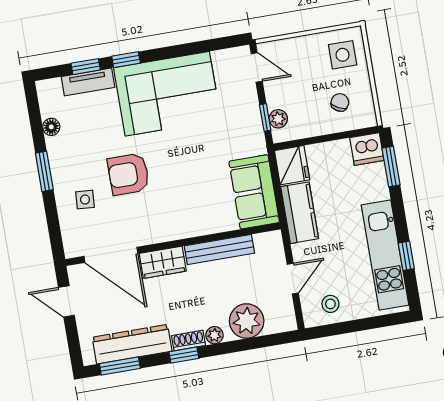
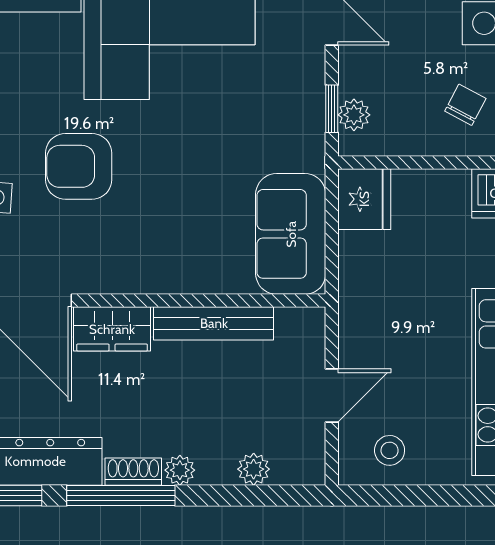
kitchen counter: (300, 213) -> (363, 284), removed
plant: (247, 321) -> (254, 469), width x0.53, depth x0.53
window: (184, 355) -> (121, 495), width x2.17

